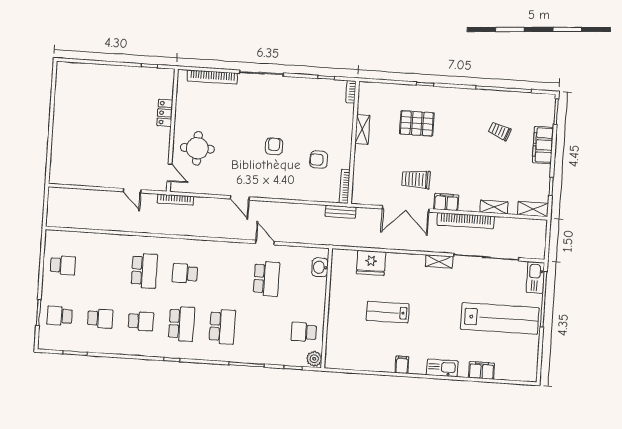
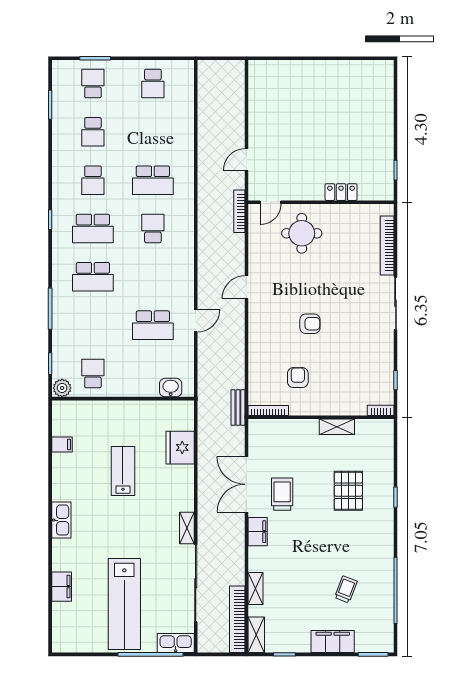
bookcase: (466, 221) -> (237, 619), moved
filing cabinet: (402, 365) -> (62, 444), moved
kitchen sink: (442, 368) -> (61, 520), moved

